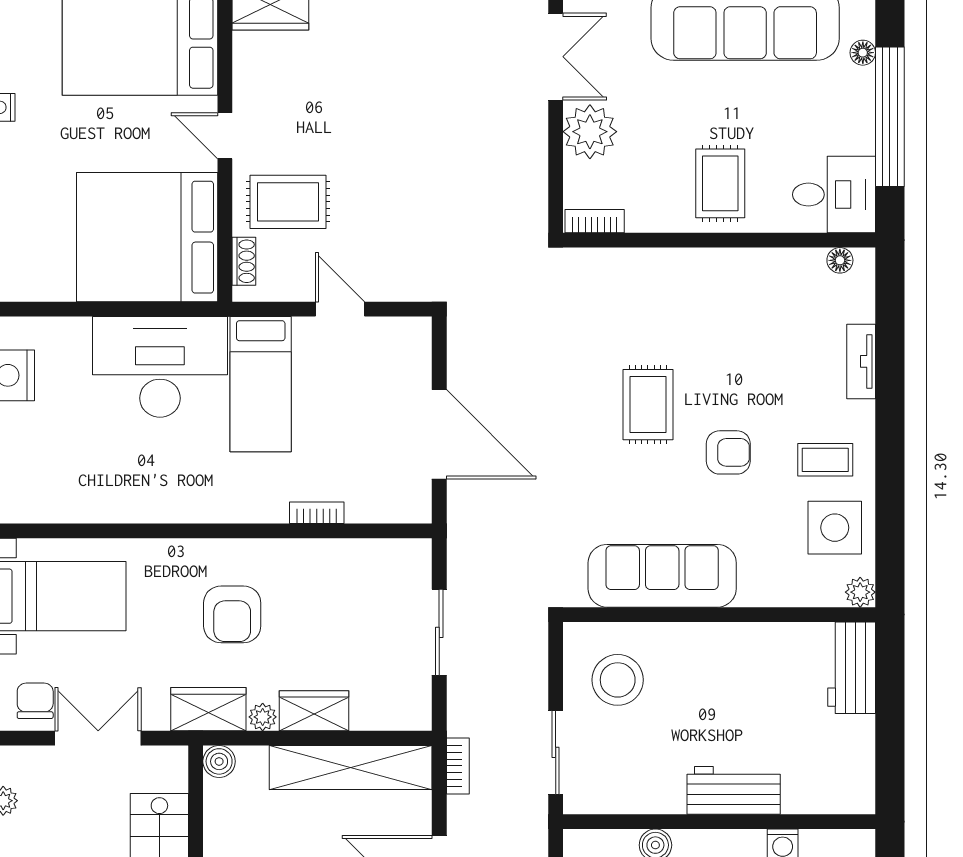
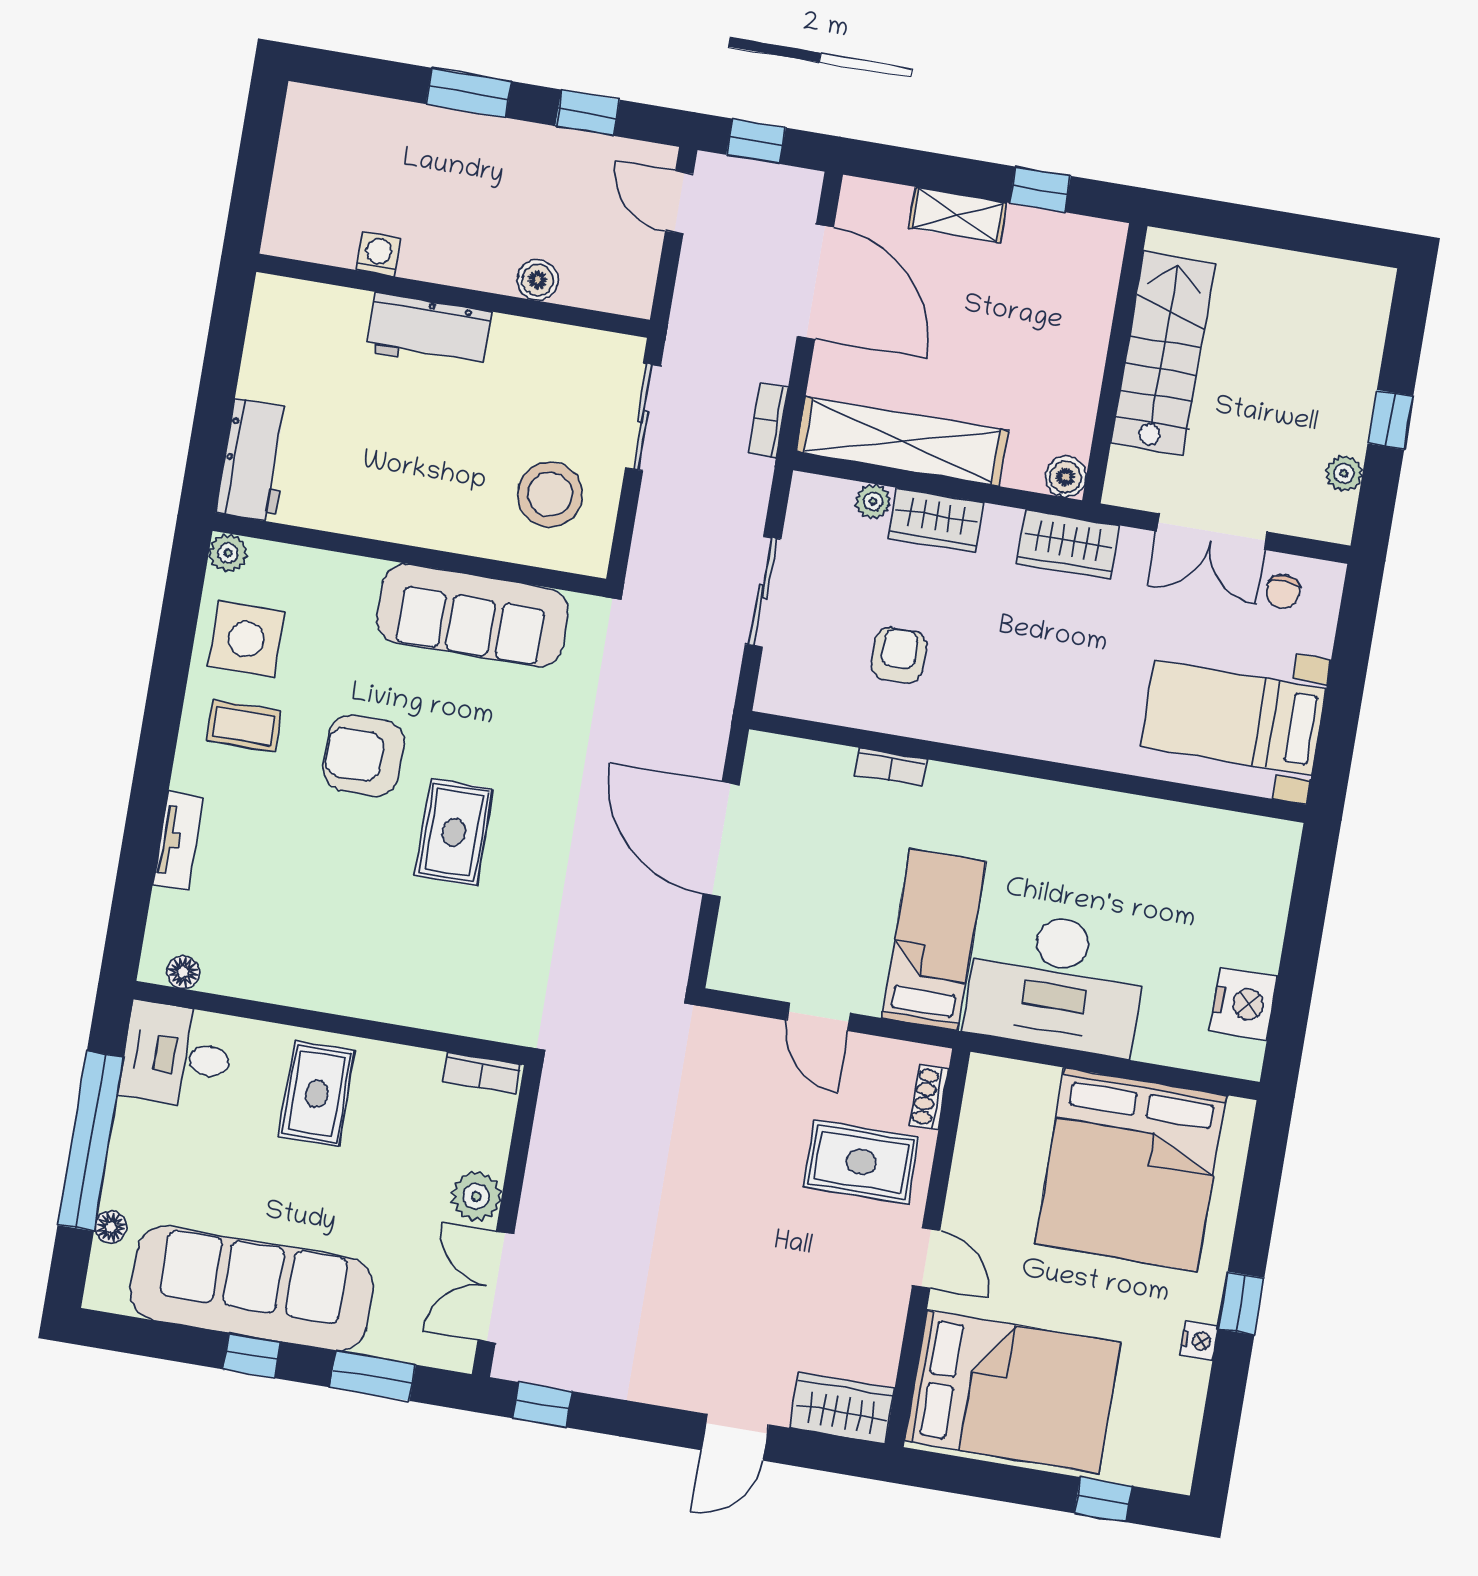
plant: (590, 132) -> (476, 1196), width x0.73, depth x0.73
bed: (147, 237) -> (1131, 1169), moved, turned 90
armchair: (728, 452) -> (364, 756), width x1.38, depth x1.38
armchair: (232, 614) -> (899, 655), moved, width x0.72, depth x0.72
chair: (35, 701) -> (1283, 592), width x0.73, depth x0.73
plant: (263, 717) -> (873, 501), moved

